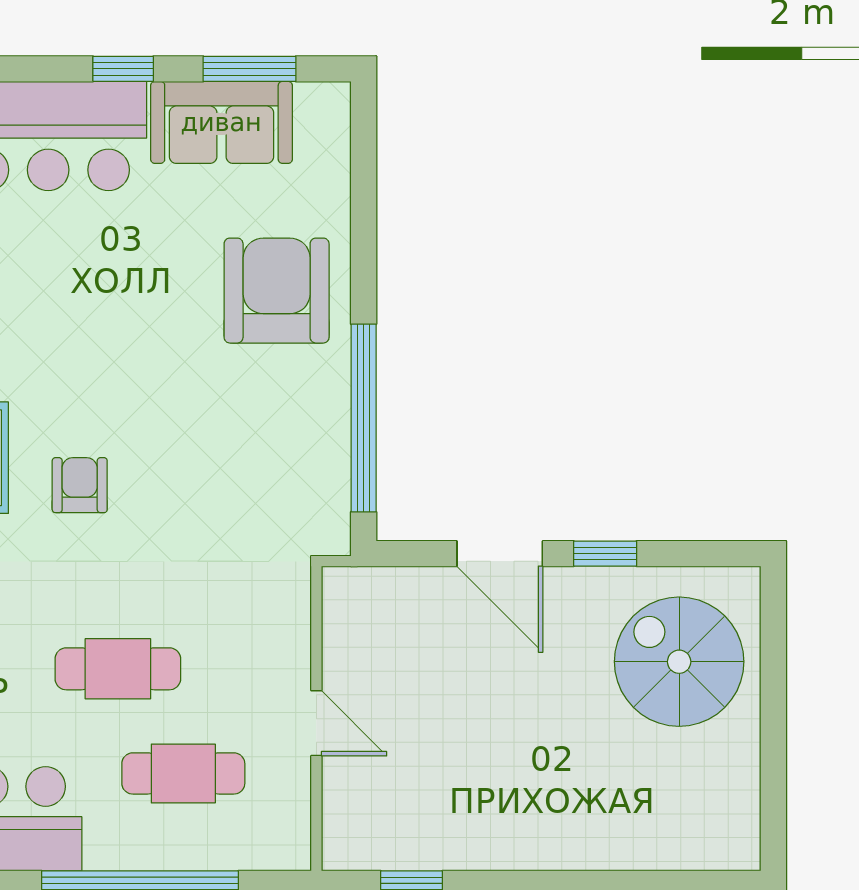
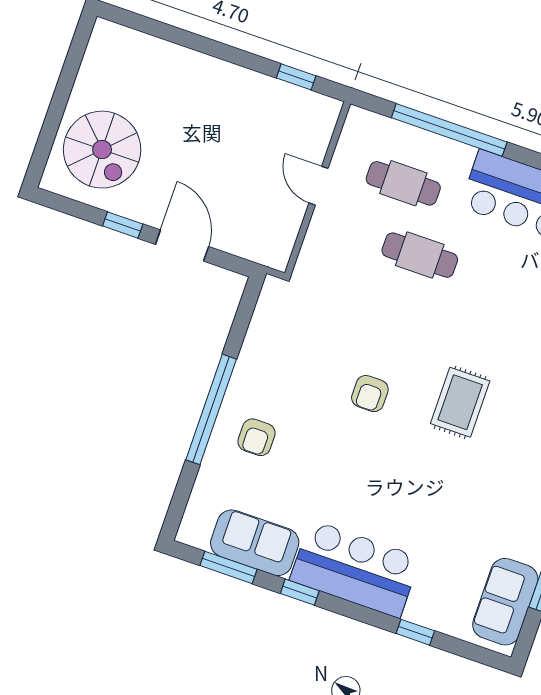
armchair: (277, 291) -> (256, 437), width x0.53, depth x0.53
window: (364, 418) -> (211, 409), moved
armchair: (80, 485) -> (370, 394), moved

